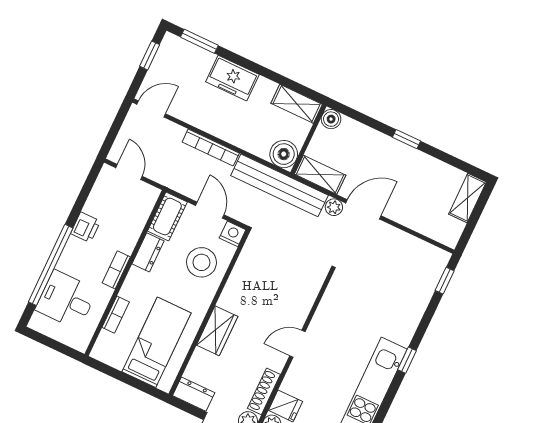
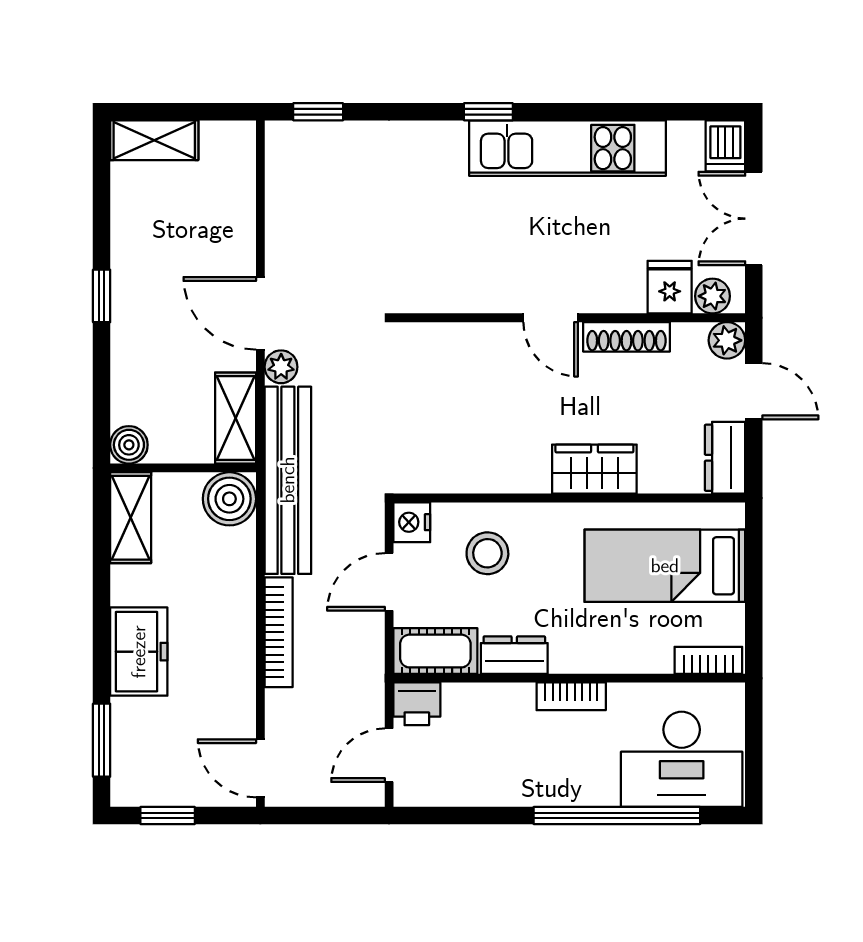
printer: (86, 227) -> (417, 704), moved, turned 180
stool: (201, 262) -> (487, 553), width x0.73, depth x0.73
desk: (66, 300) -> (682, 759), width x1.37
bookcase: (116, 315) -> (708, 660), moved
shoe rack: (264, 391) -> (627, 337), moved

